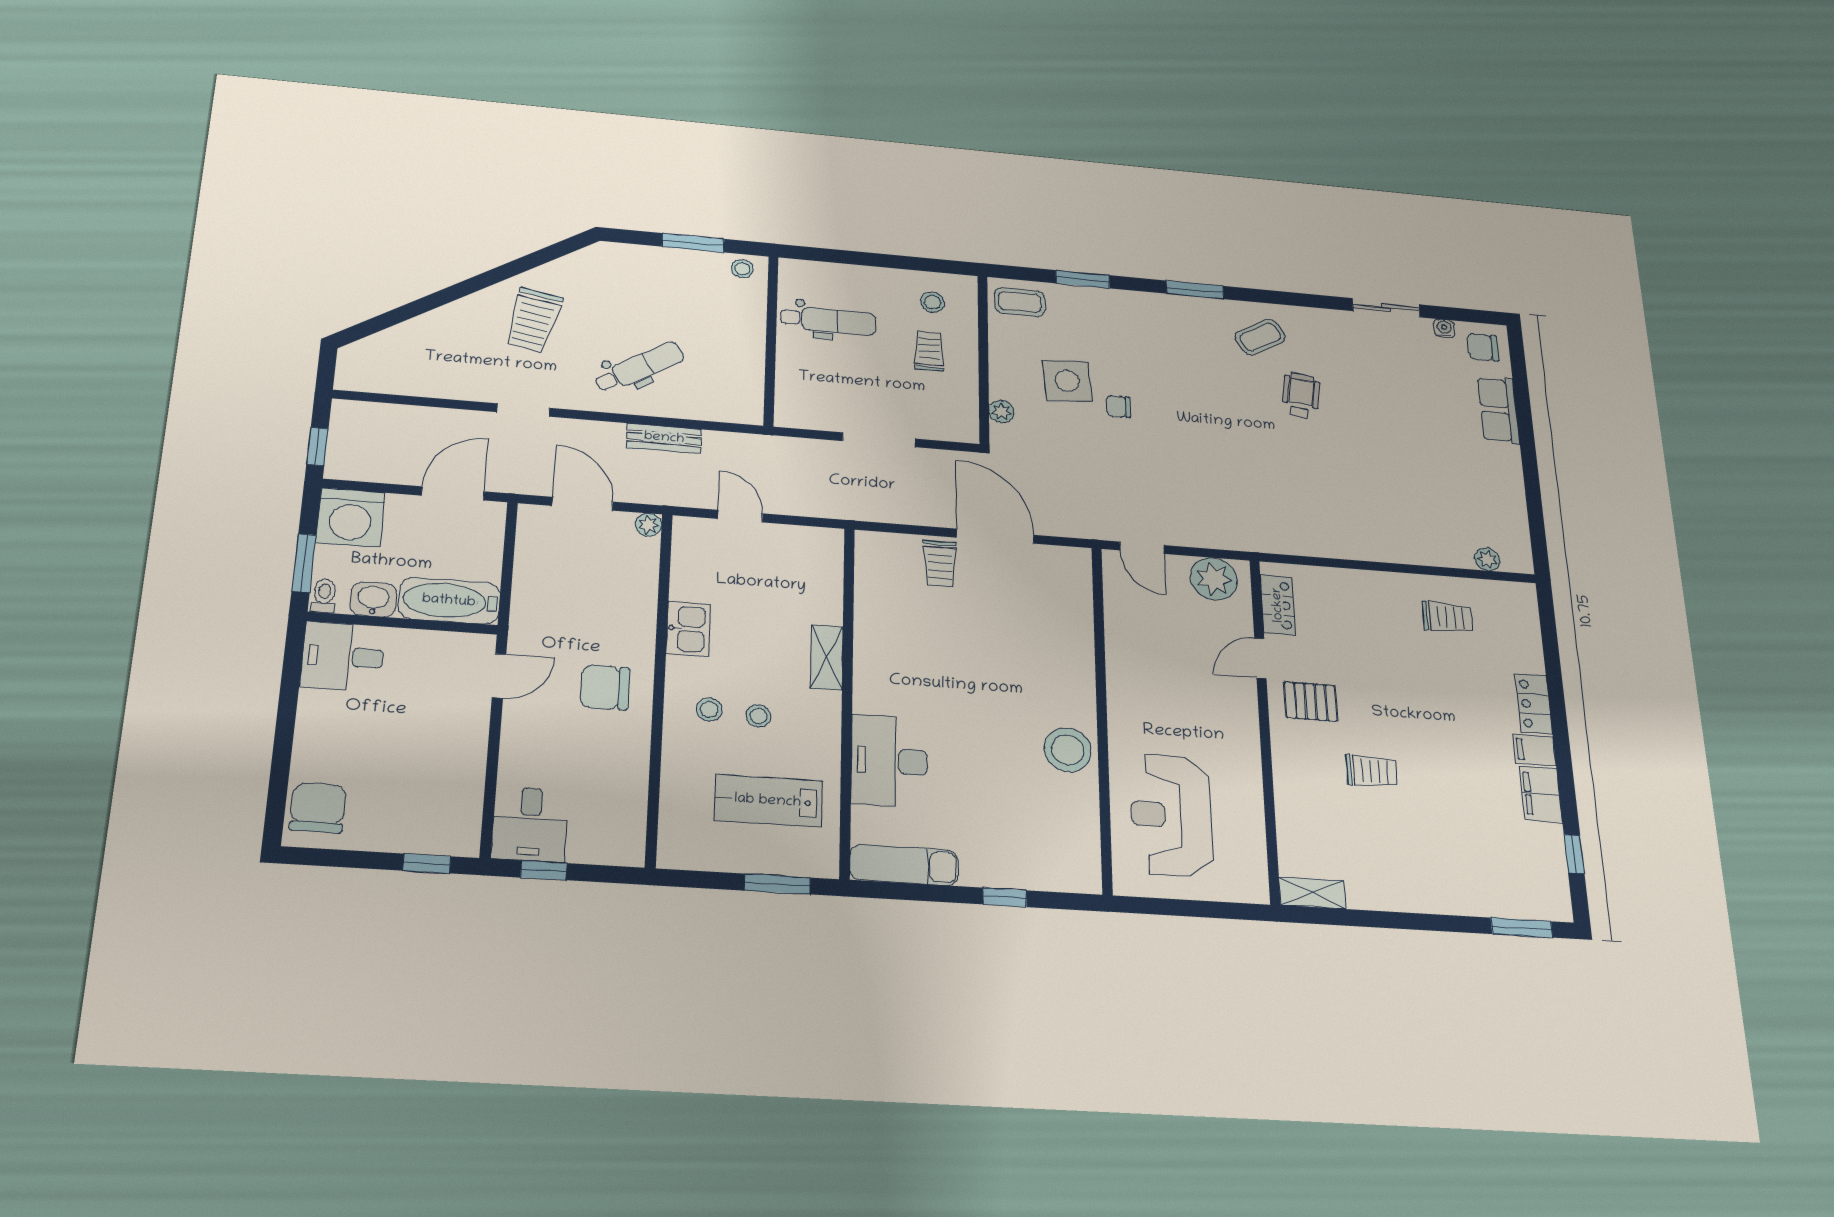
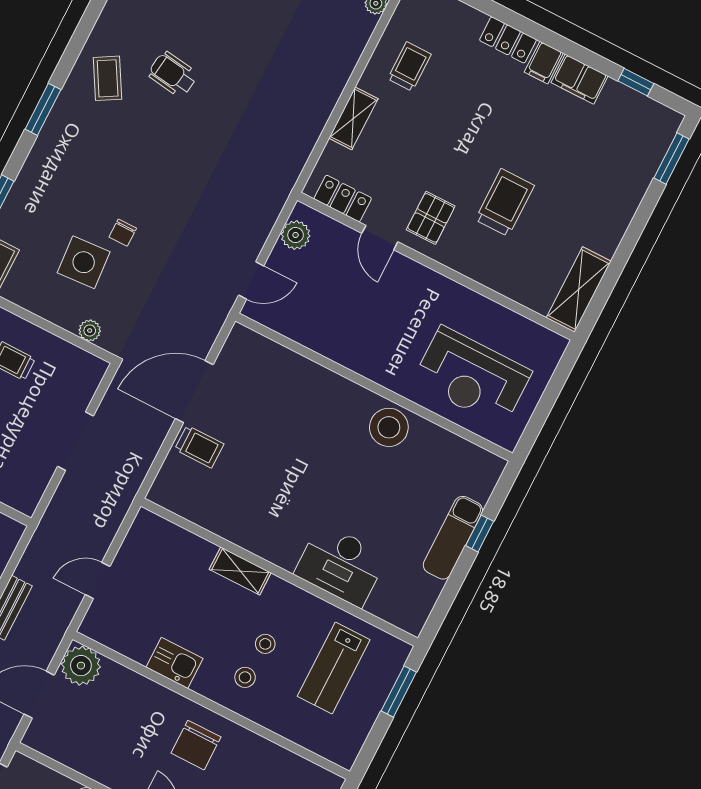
plant: (649, 525) -> (81, 666), width x1.88, depth x1.88
plant: (1214, 579) -> (296, 235), width x0.73, depth x0.73
shelving: (1363, 583) -> (353, 118), added
trolley: (1371, 771) -> (505, 203), width x1.36, depth x1.39
exam couch: (904, 865) -> (453, 538), moved
shelving: (1312, 893) -> (579, 290), width x1.50, depth x1.33

